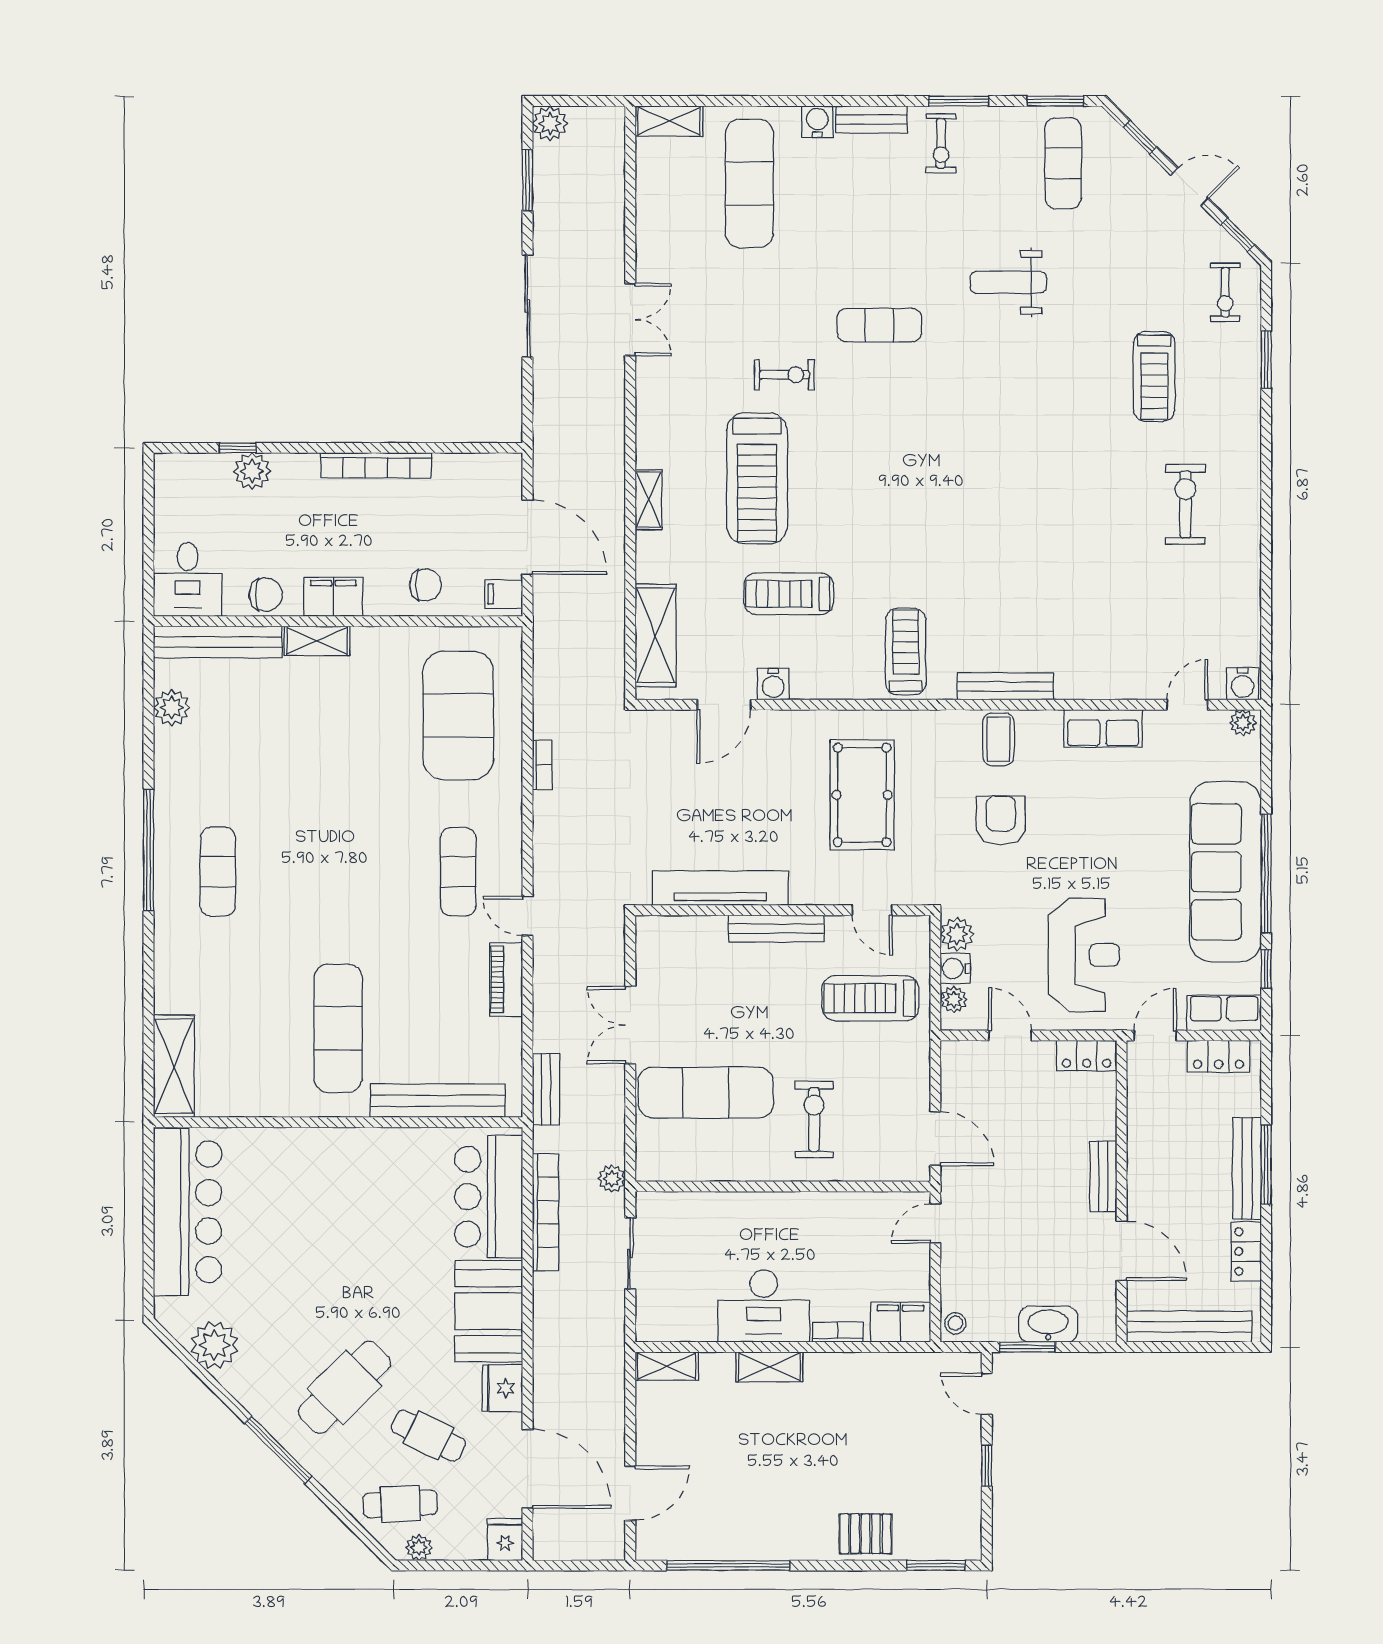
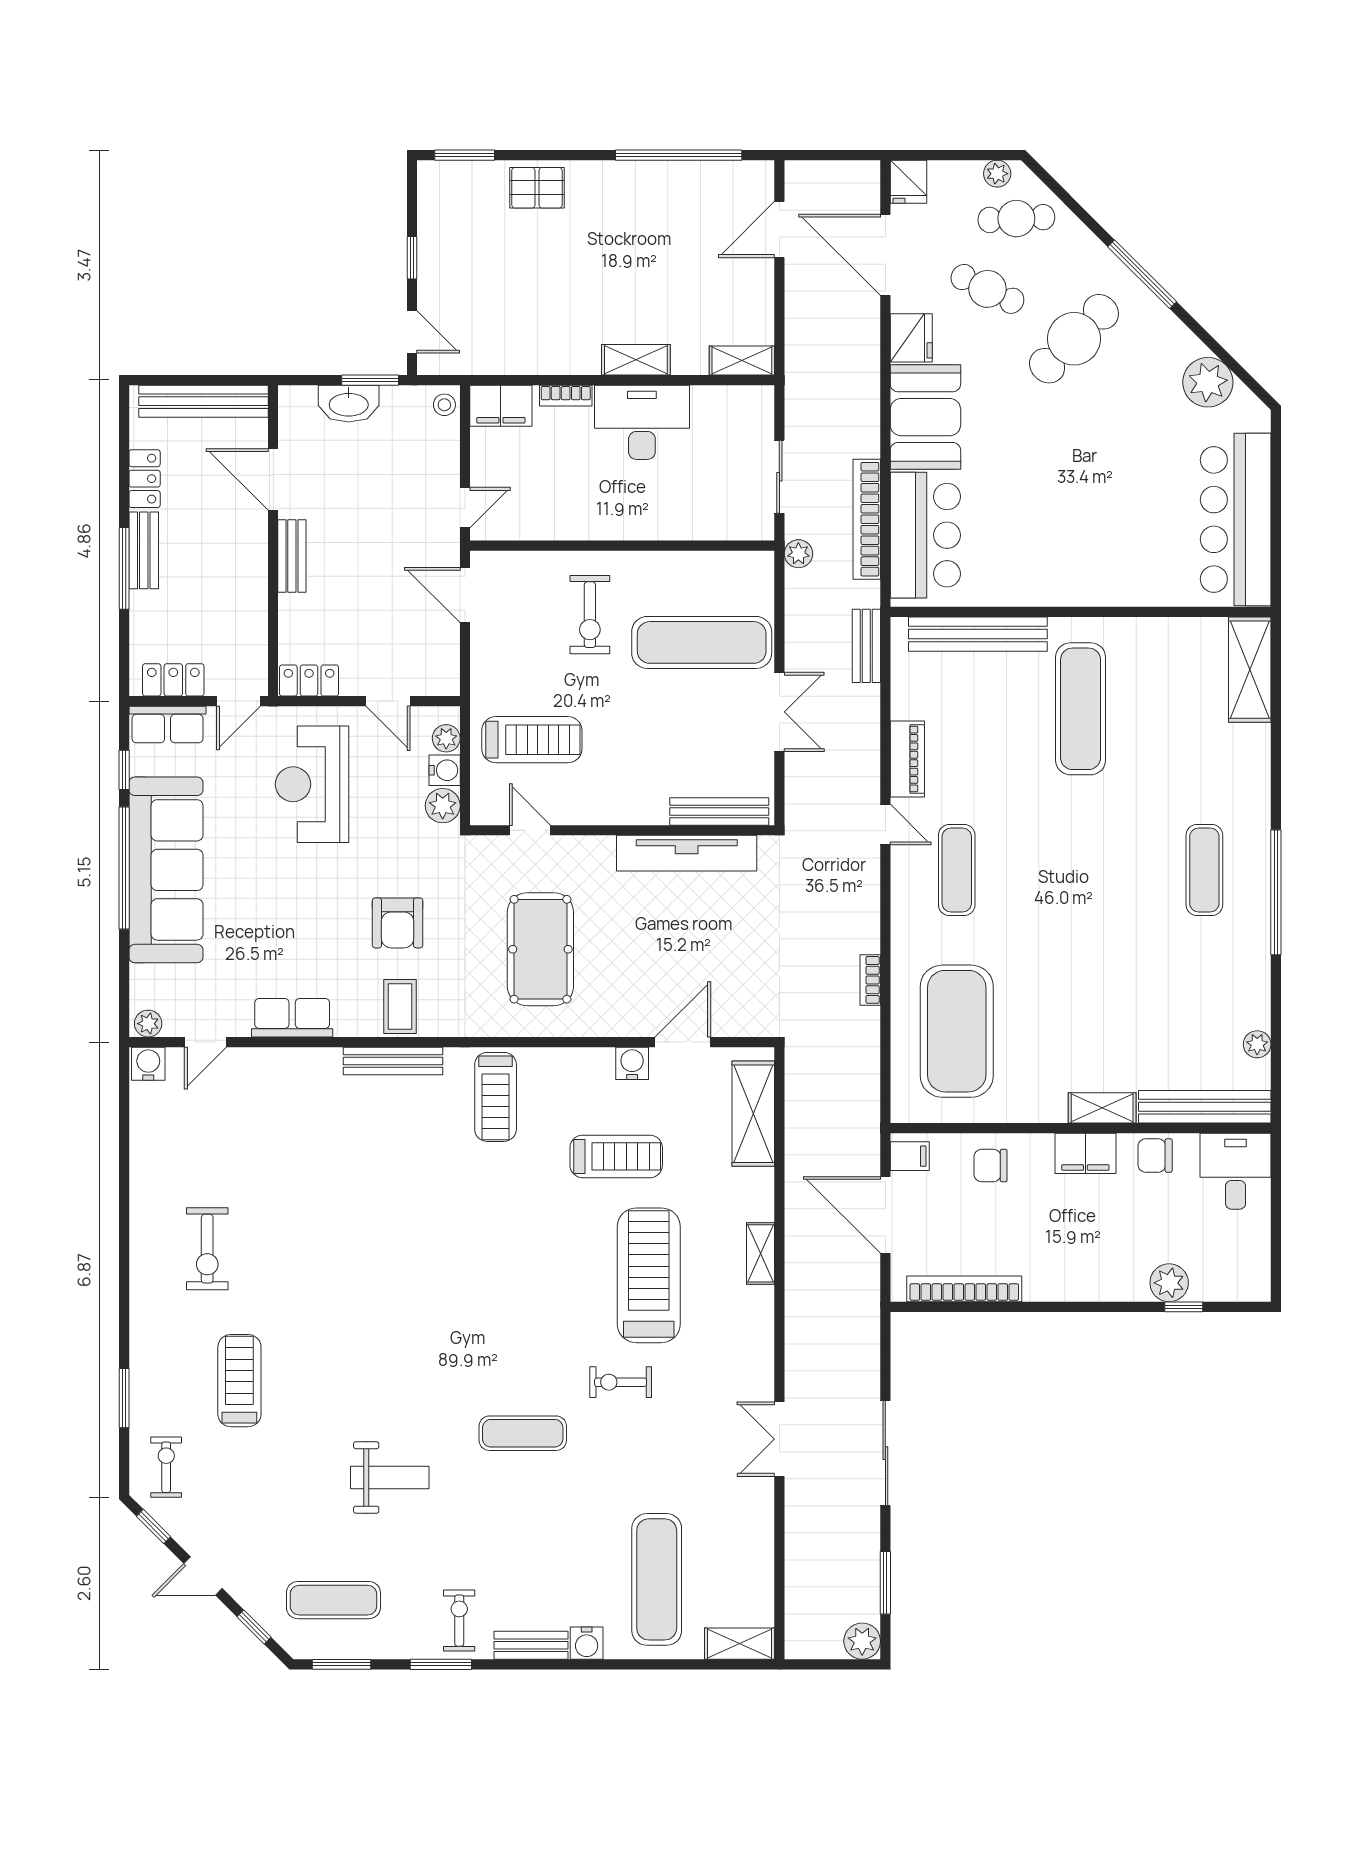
exercise mat: (1063, 163) -> (333, 1600), turned 90
bookcase: (376, 465) -> (964, 1289), moved
plant: (172, 708) -> (1257, 1044), width x0.73, depth x0.73
bench: (776, 929) -> (719, 811), moved
bench: (1247, 1168) -> (144, 550), width x0.73

